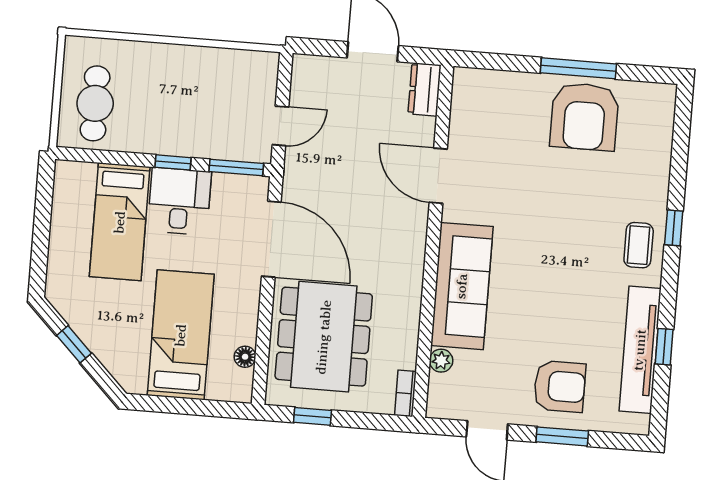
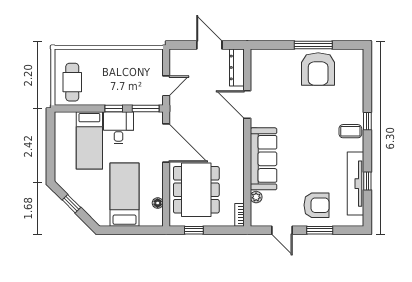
dresser: (425, 89) -> (237, 67), width x1.44
coffee table: (639, 245) -> (350, 131), turned 90

